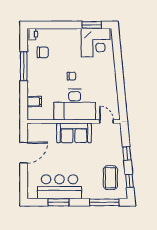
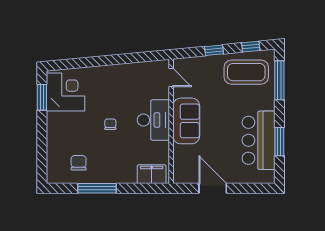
printer: (32, 34) -> (54, 177), removed
filing cabinet: (34, 102) -> (152, 174), width x2.00
desk: (75, 105) -> (153, 120), width x0.73, depth x0.77
door: (106, 122) -> (171, 77), swing flipped
coffee table: (110, 178) -> (246, 72), width x1.36, depth x1.32

